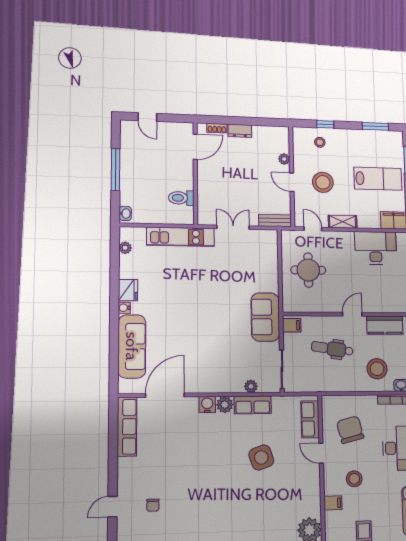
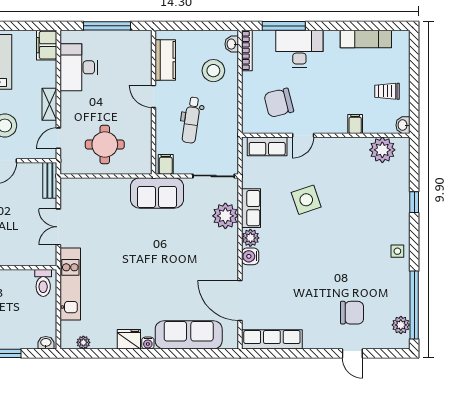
toilet: (181, 198) -> (43, 283), moved
plant: (251, 386) -> (225, 216), width x1.88, depth x1.88
stool: (354, 479) -> (331, 100), removed
chair: (153, 505) -> (352, 313), width x1.87, depth x1.87

